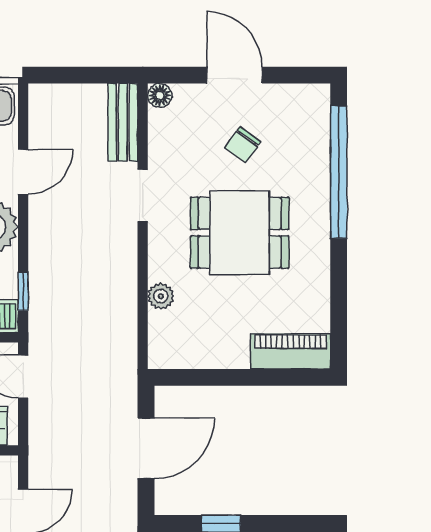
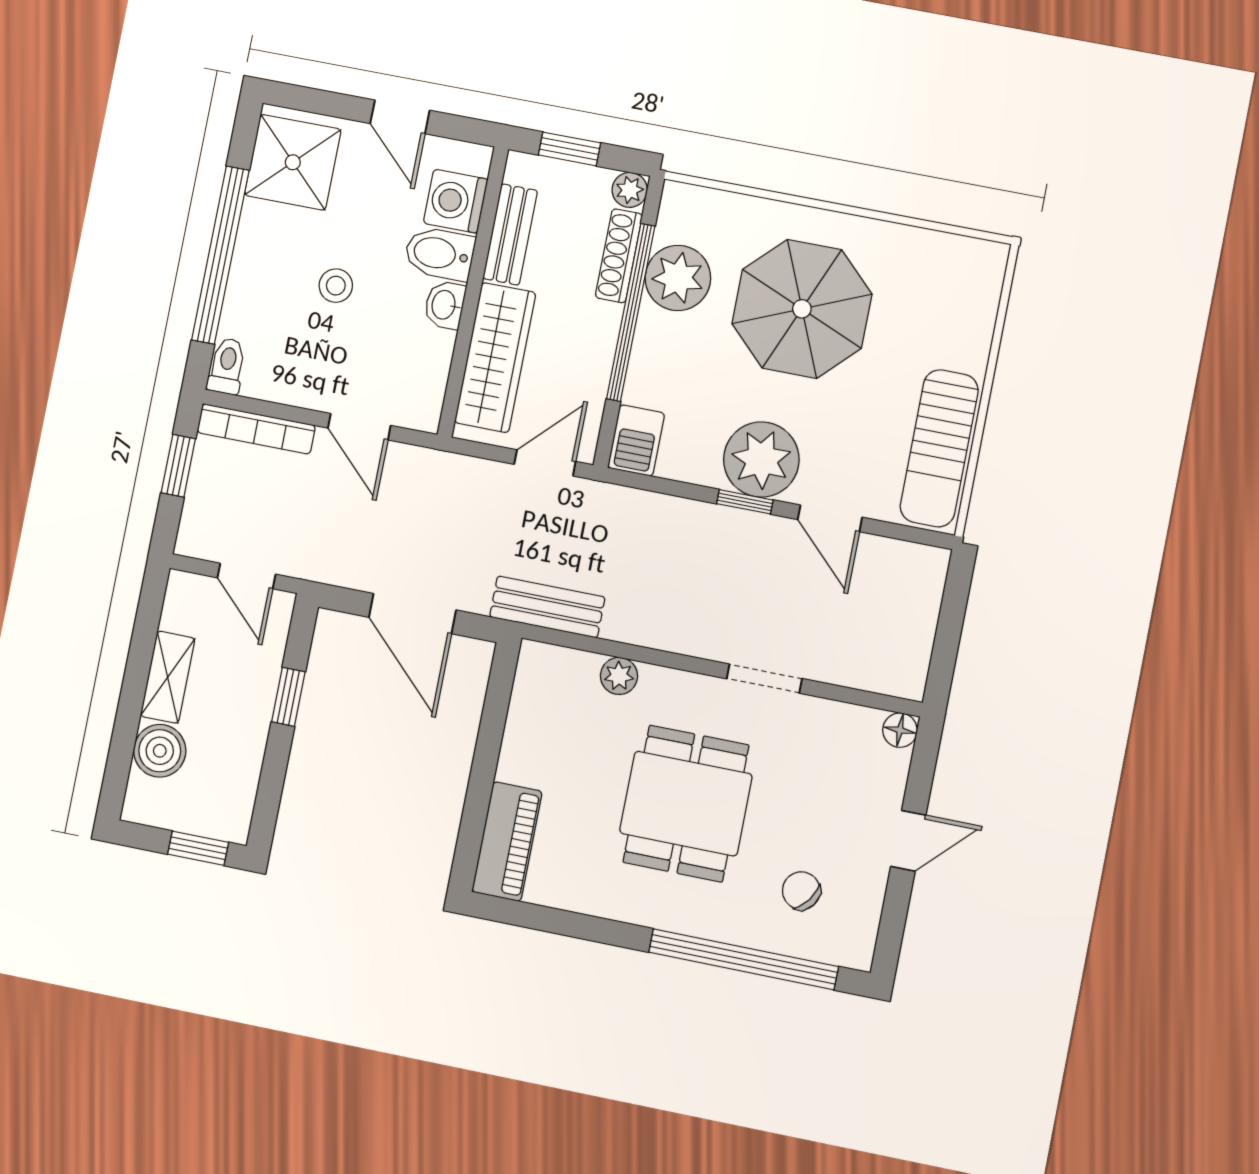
door: (235, 75) -> (908, 841), width x0.73
bench: (123, 122) -> (547, 607), moved
chair: (243, 145) -> (801, 891), moved
window: (23, 291) -> (745, 502), moved

